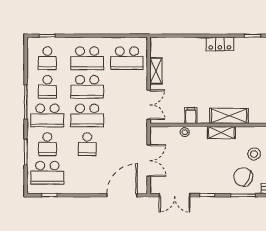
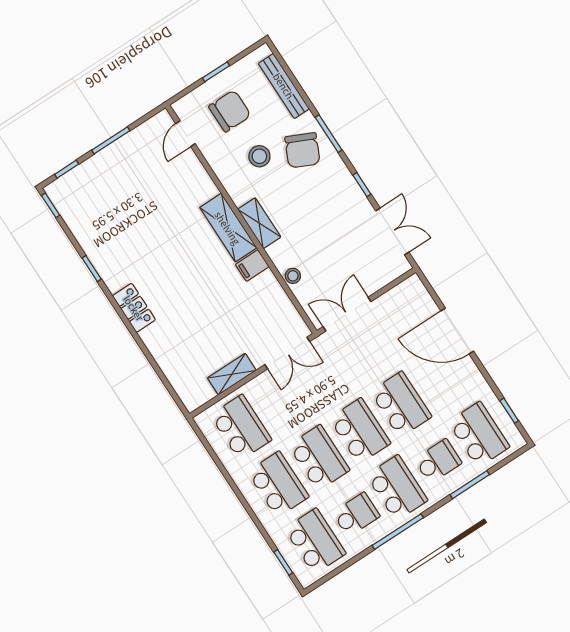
school desk: (47, 58) -> (315, 541), width x1.85
double door: (149, 105) -> (287, 353), swing flipped
filing cabinet: (191, 116) -> (252, 266), moved
school desk: (87, 144) -> (401, 404), width x1.85
double door: (149, 161) -> (347, 314), moved
door: (122, 195) -> (457, 331), moved

